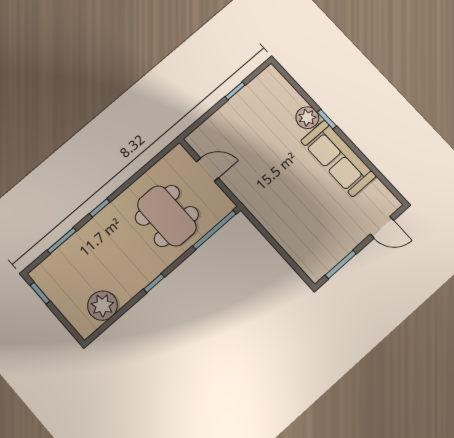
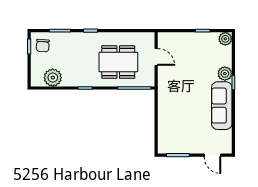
plant: (271, 77) -> (225, 39), added
dining table: (167, 216) -> (118, 62), turned 90
chair: (56, 277) -> (43, 46), added

